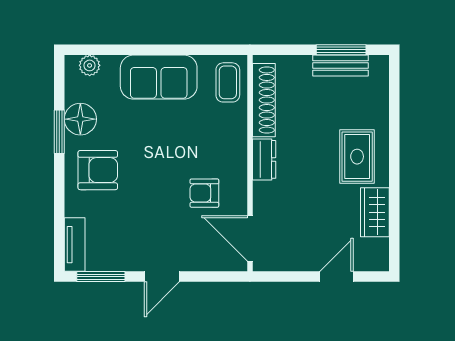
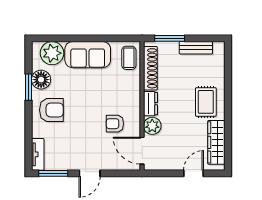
window: (341, 50) -> (170, 38), moved
plant: (90, 65) -> (52, 53), width x1.87, depth x1.87
plant: (267, 197) -> (152, 126), added
wardrobe: (375, 212) -> (216, 142), width x1.50

